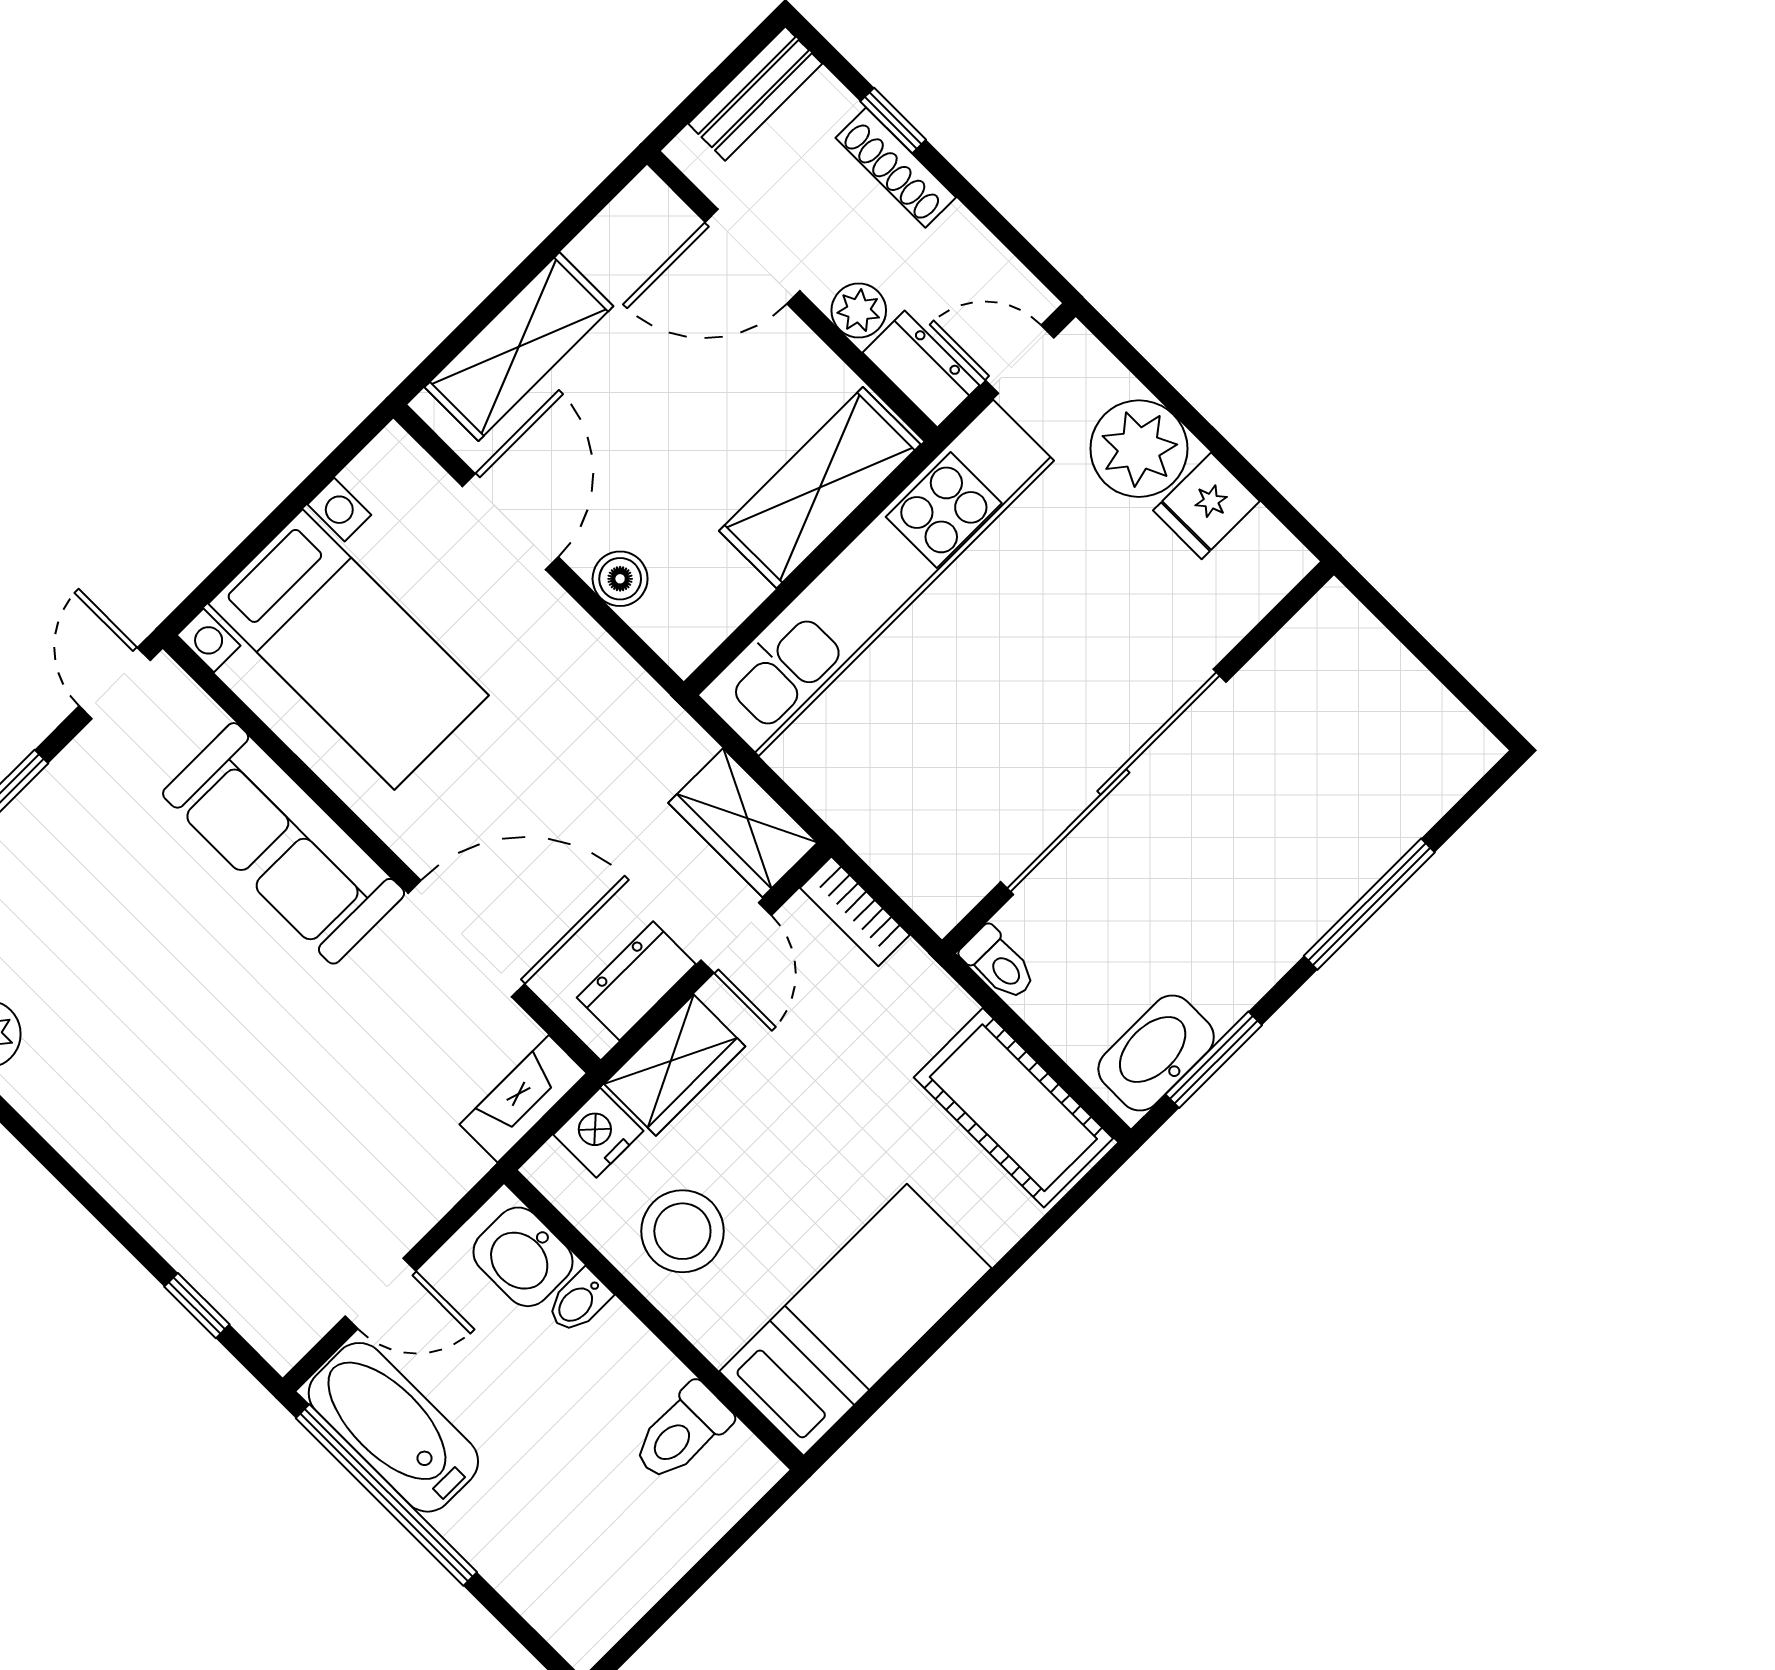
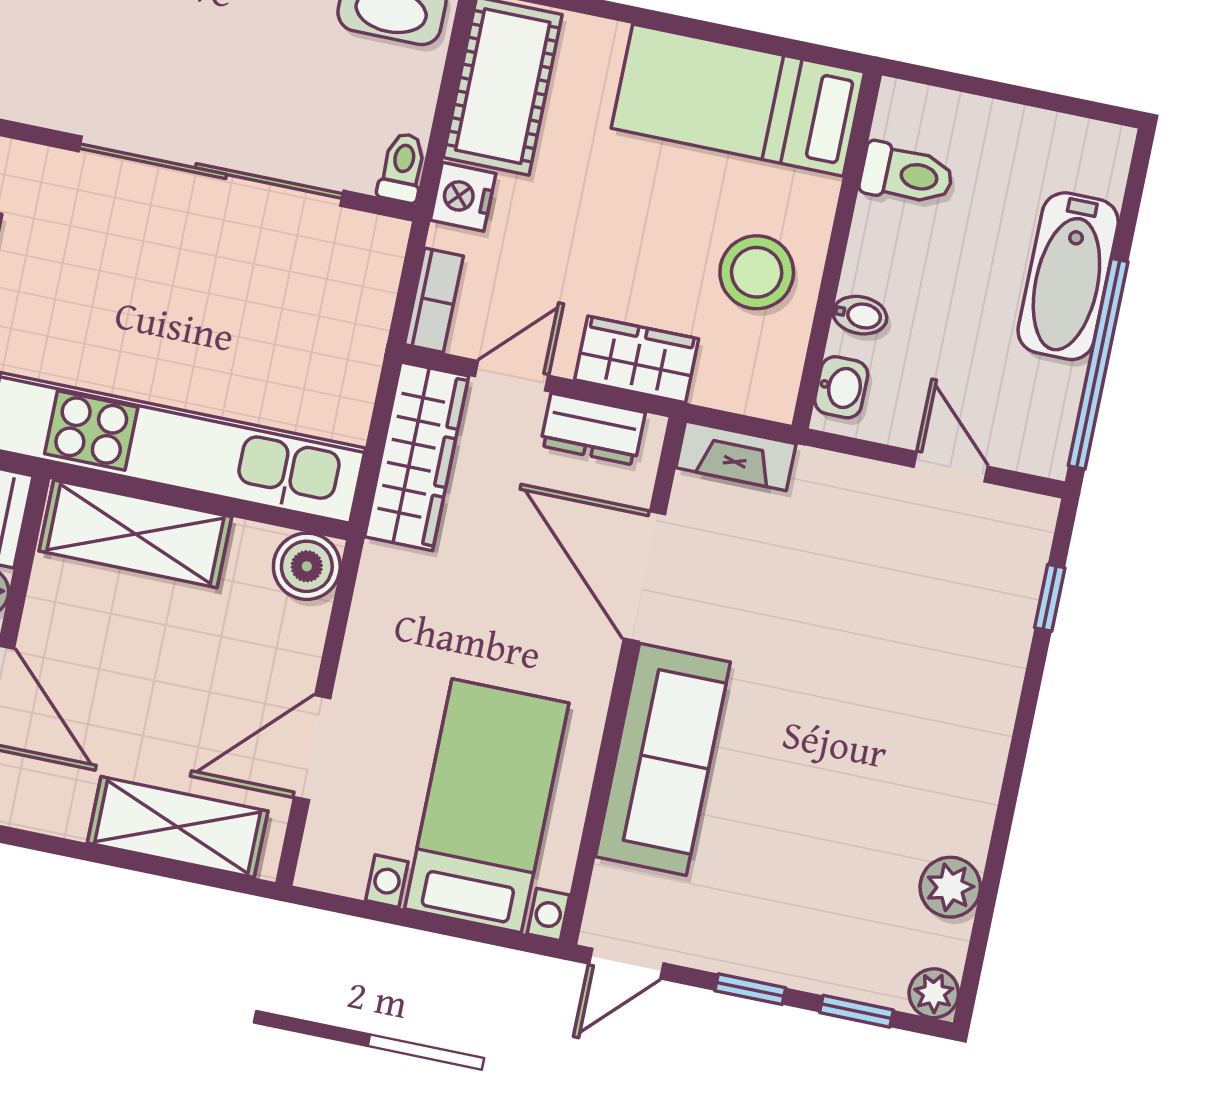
boiler: (620, 579) -> (307, 566), moved, width x1.36, depth x1.36
wardrobe: (743, 823) -> (417, 456), width x1.50
nightstand: (598, 1133) -> (463, 197), moved, turned 90
washbasin: (523, 1257) -> (841, 387), width x0.72, depth x0.69
bathtub: (393, 1427) -> (1068, 276), moved

